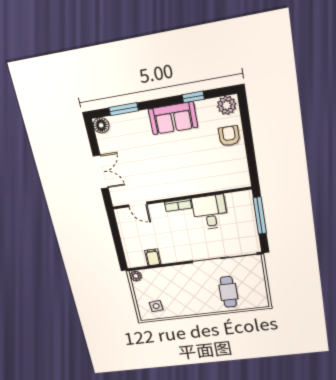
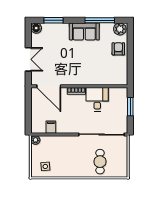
window: (193, 97) -> (100, 20), width x2.17
door: (138, 204) -> (49, 86), width x1.87
window: (260, 216) -> (130, 107), width x0.69

